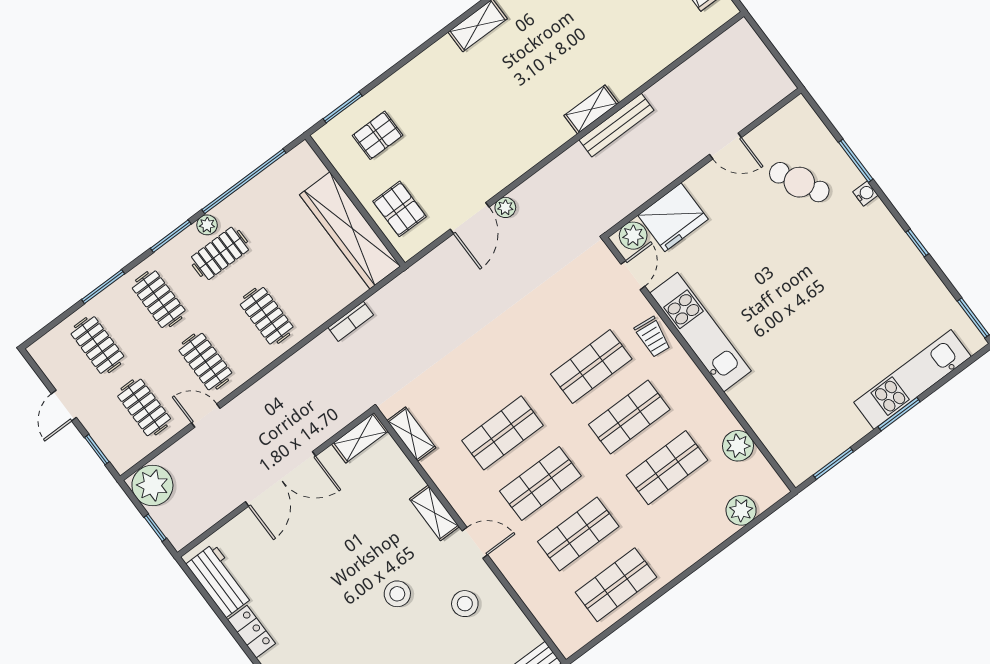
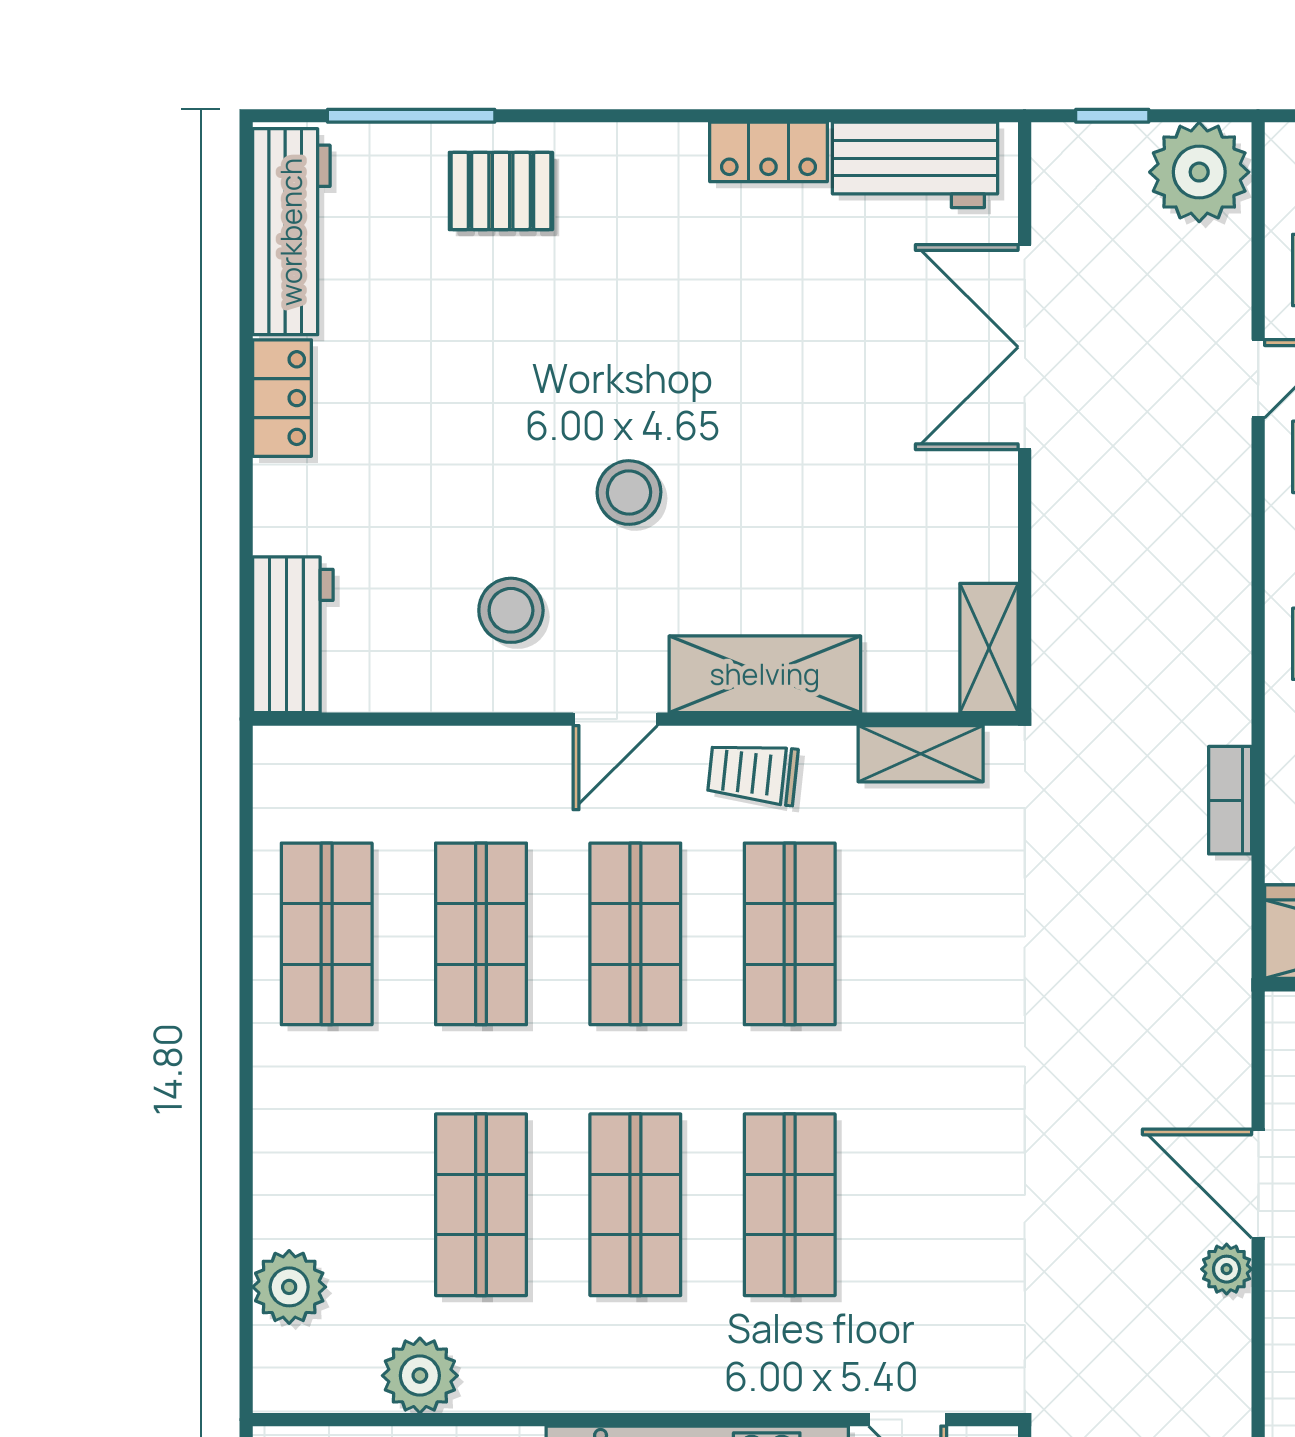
trolley: (653, 337) -> (753, 773), moved
double door: (280, 479) -> (1025, 347), moved
shelving: (434, 513) -> (765, 674), width x1.50, depth x1.33

